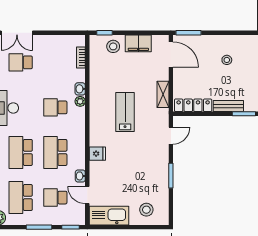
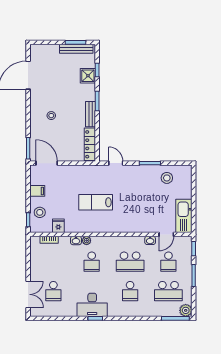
filing cabinet: (138, 43) -> (37, 191), width x0.50
door: (171, 54) -> (47, 163), hinge flipped
shelving: (163, 94) -> (81, 170), removed
school desk: (21, 152) -> (130, 291), width x0.54
fridge: (97, 154) -> (58, 226), moved
stool: (146, 210) -> (167, 178), moved

